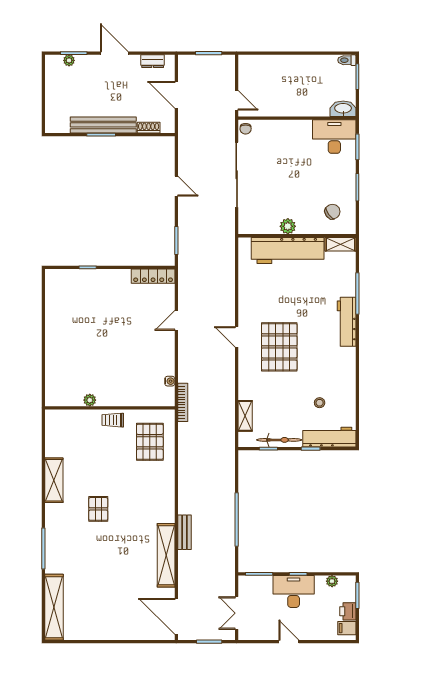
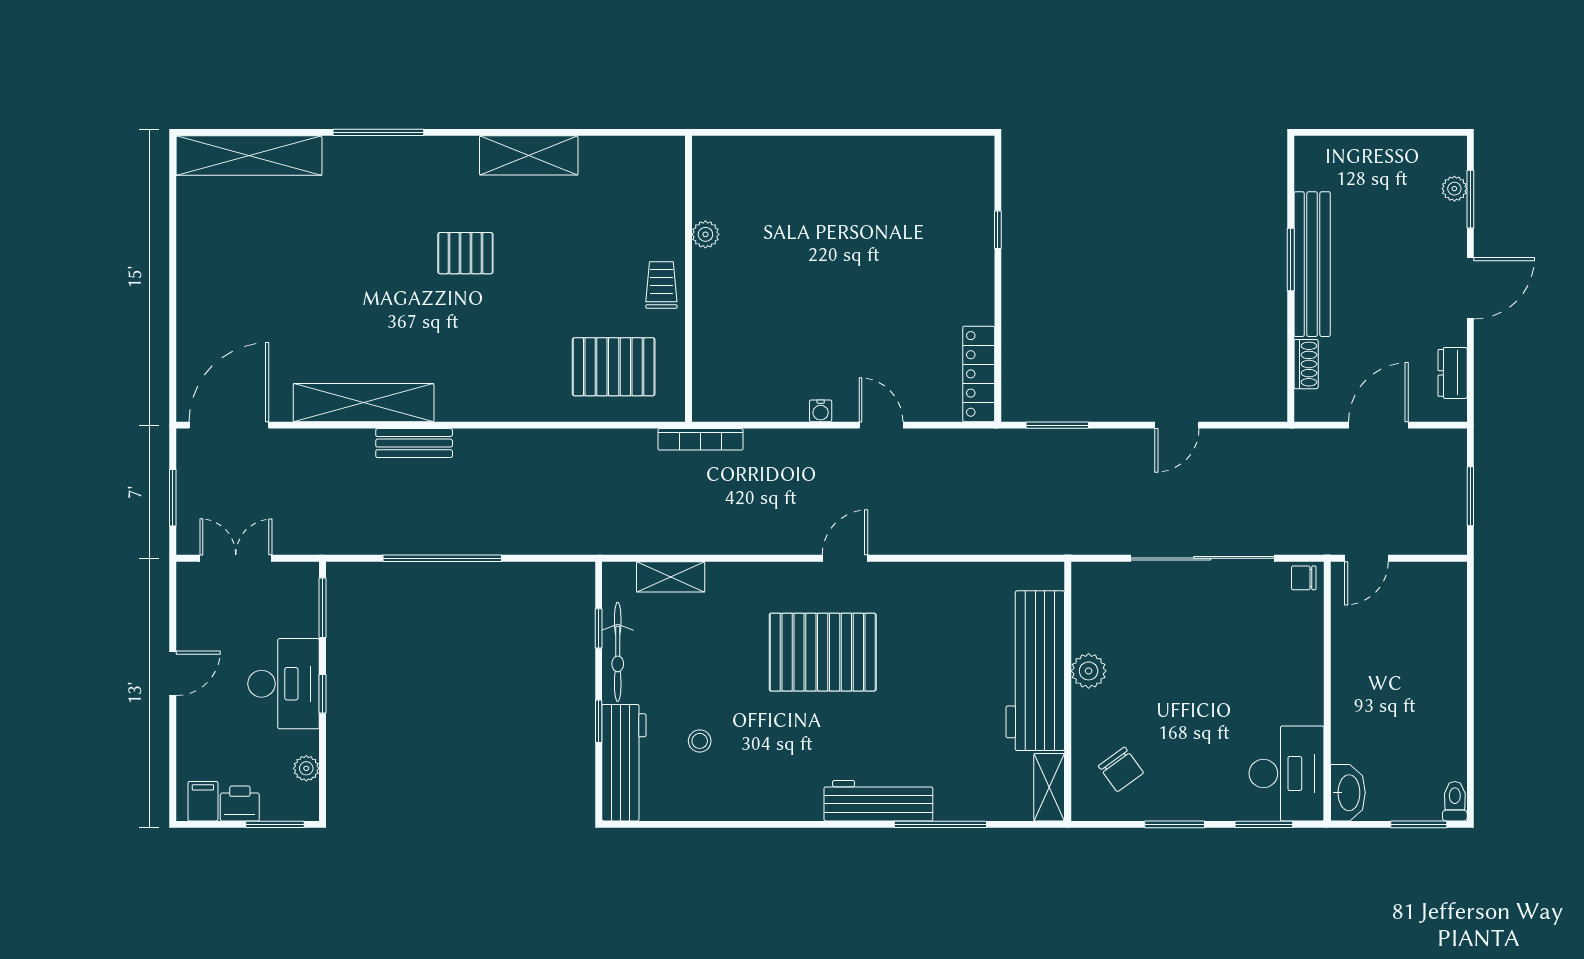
water cooler: (170, 381) -> (821, 411), moved

